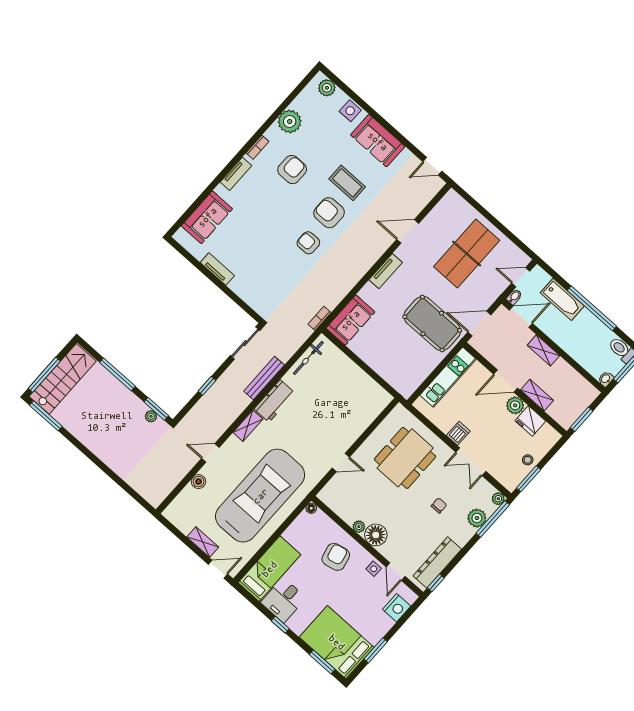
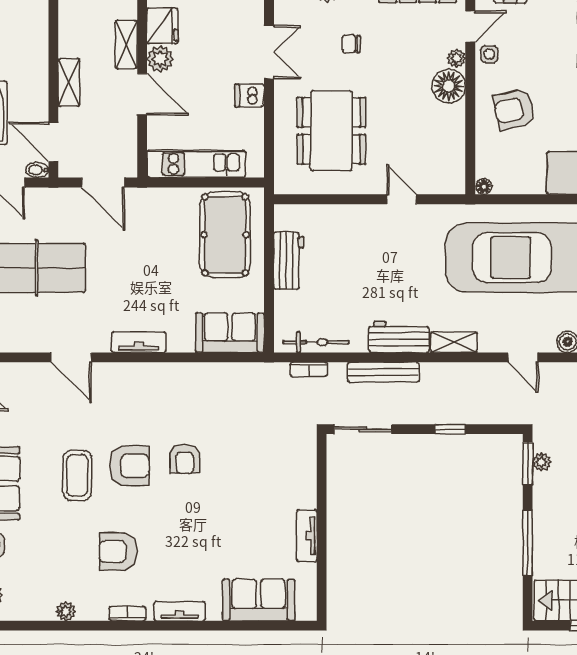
plant: (290, 121) -> (66, 611), width x0.53, depth x0.53
armchair: (329, 213) -> (129, 466), turned -90
bookcase: (320, 318) -> (309, 369), moved
pool table: (432, 323) -> (225, 235), moved
workbench: (360, 380) -> (289, 261), added
dining table: (405, 458) -> (331, 131), turned 90
plant: (359, 527) -> (456, 58), moved

